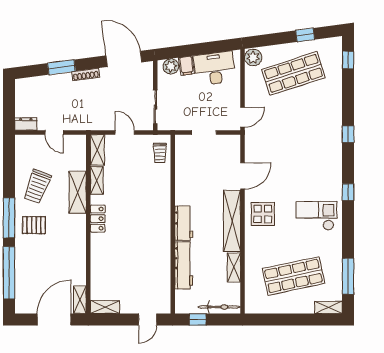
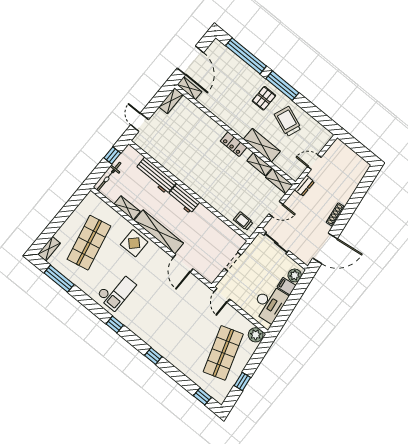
window: (61, 67) -> (354, 203), removed
dresser: (26, 124) -> (304, 186), moved
display table: (263, 214) -> (134, 243), moved

